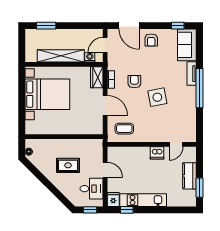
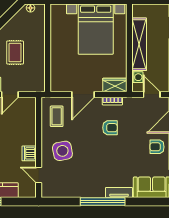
side table: (157, 97) -> (62, 151), moved

